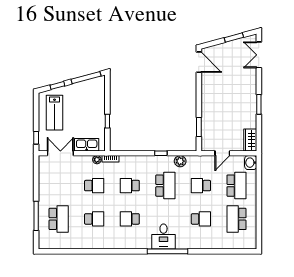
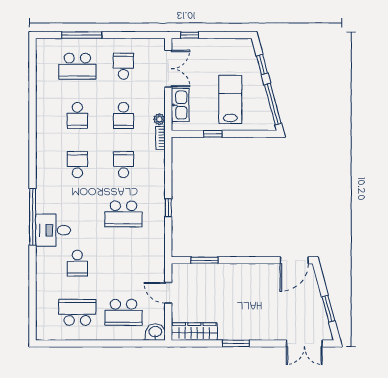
double door: (259, 55) -> (304, 343), swing flipped
lab bench: (55, 113) -> (230, 99), moved, turned 90
wardrobe: (250, 140) -> (194, 331), width x1.50
plant: (180, 161) -> (157, 234), removed
school desk: (201, 186) -> (123, 66), moved
desk: (164, 236) -> (53, 230), moved

